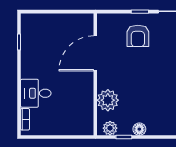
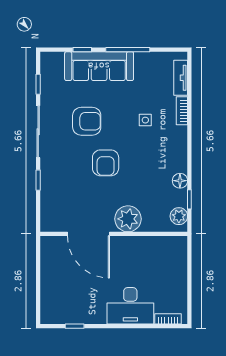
armchair: (138, 36) -> (106, 163), moved, turned 90
desk: (36, 93) -> (130, 306), width x1.37
plant: (108, 100) -> (128, 219), moved

